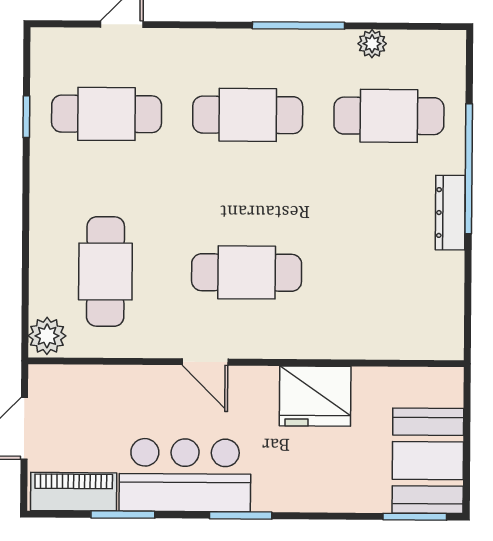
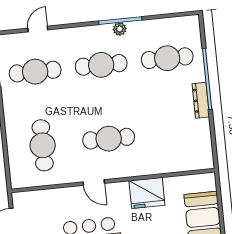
plant: (372, 44) -> (120, 29), moved
plant: (47, 336) -> (19, 178), removed

